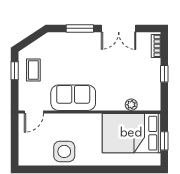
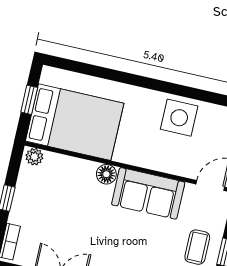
floor lamp: (103, 104) -> (106, 174), added
plant: (131, 105) -> (34, 157), moved

